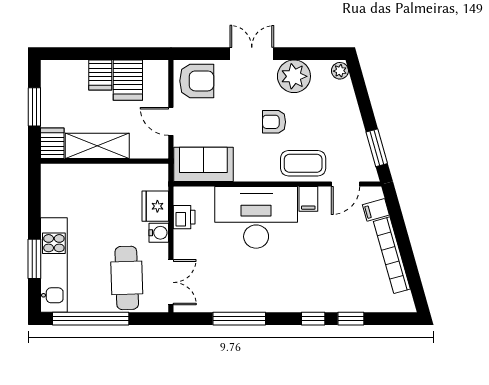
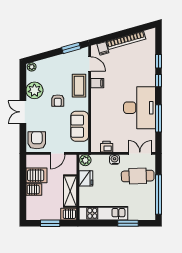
sofa: (203, 164) -> (80, 126), moved
plant: (158, 176) -> (85, 160), added
fridge: (155, 206) -> (86, 178), moved, turned -90
desk: (256, 217) -> (139, 108), moved, turned 180
kitchen unit: (54, 265) -> (103, 213), moved

